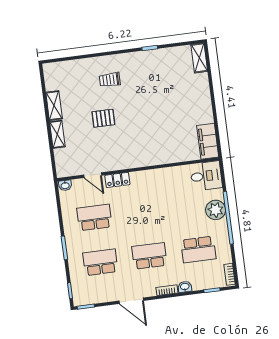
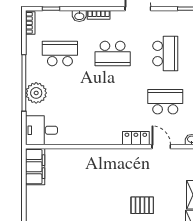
school desk: (94, 217) -> (165, 102), turned 180
school desk: (100, 262) -> (165, 53), turned -90

